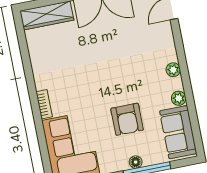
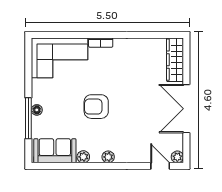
armchair: (127, 119) -> (96, 107), moved

